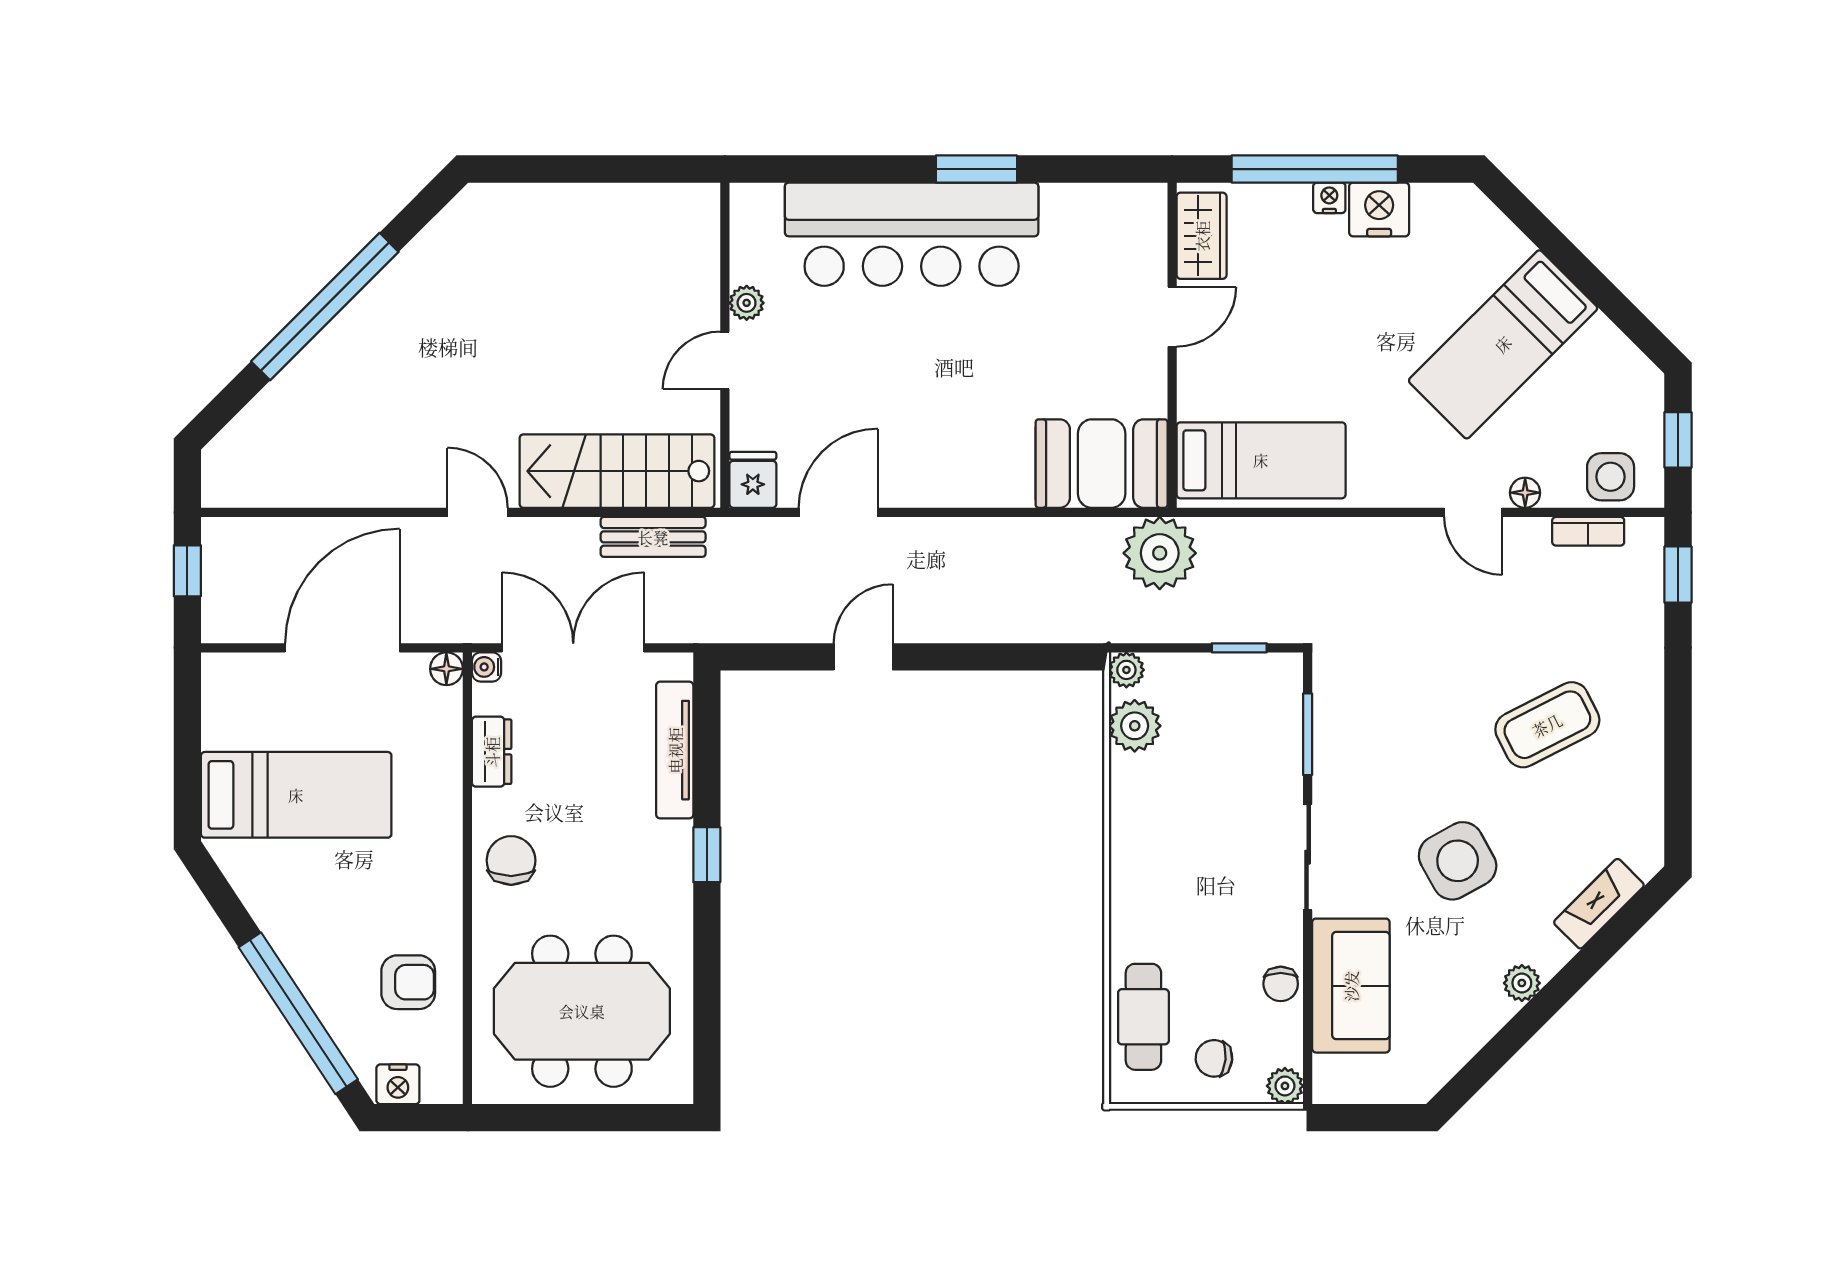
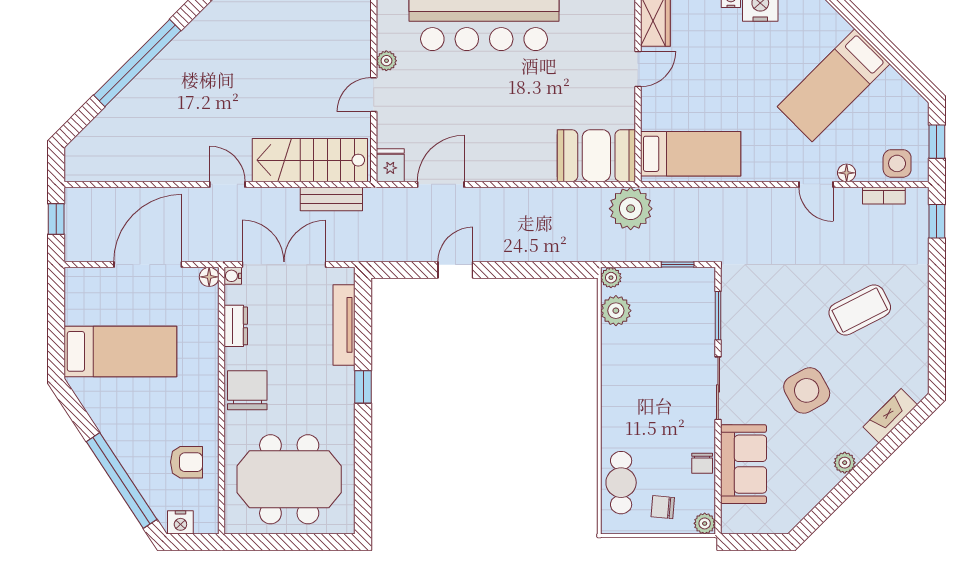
chair: (511, 860) -> (247, 390), width x1.37, depth x1.37

